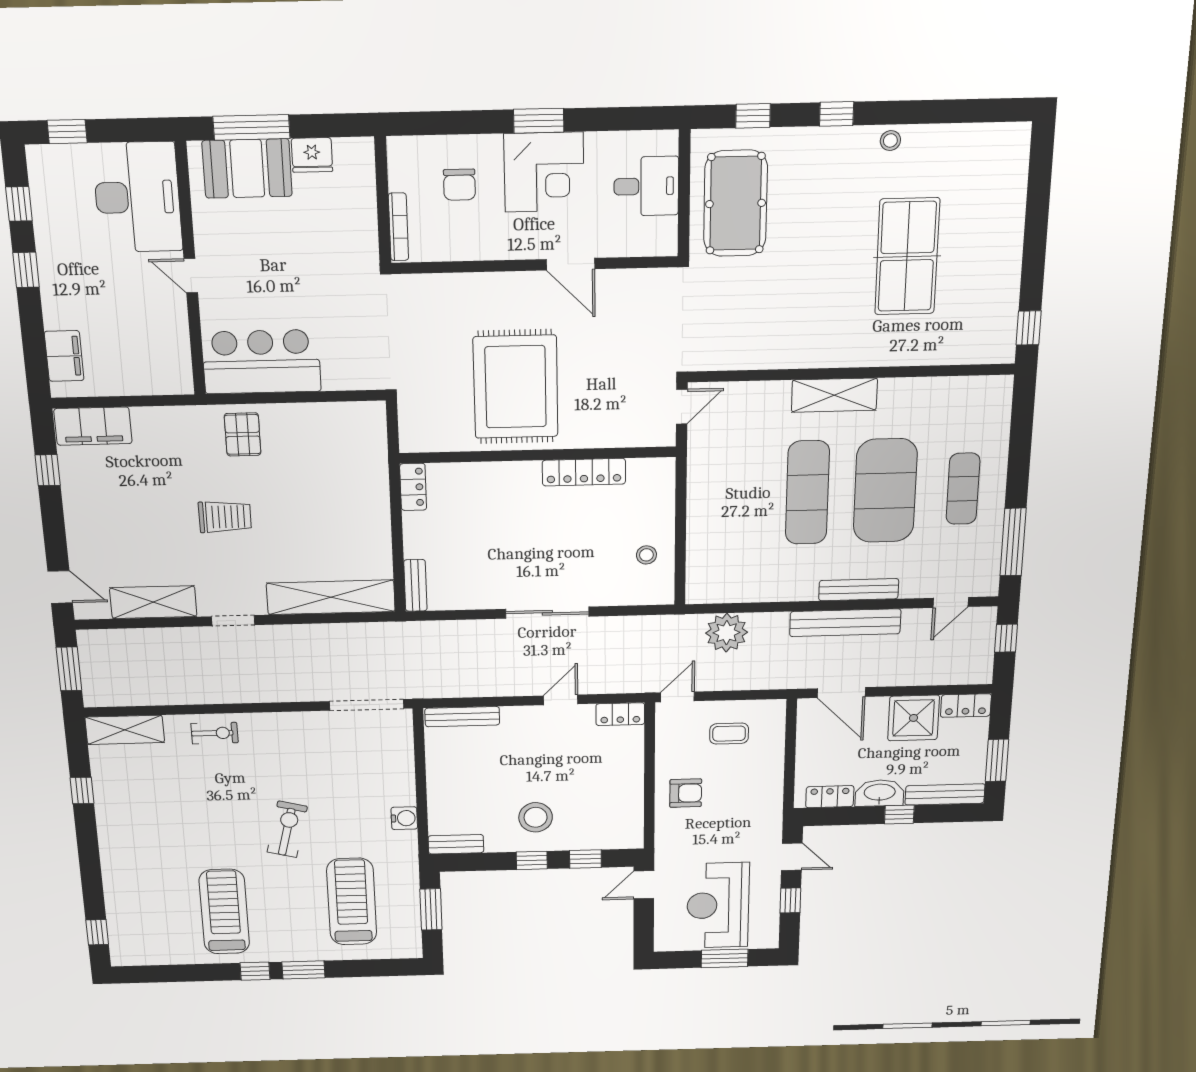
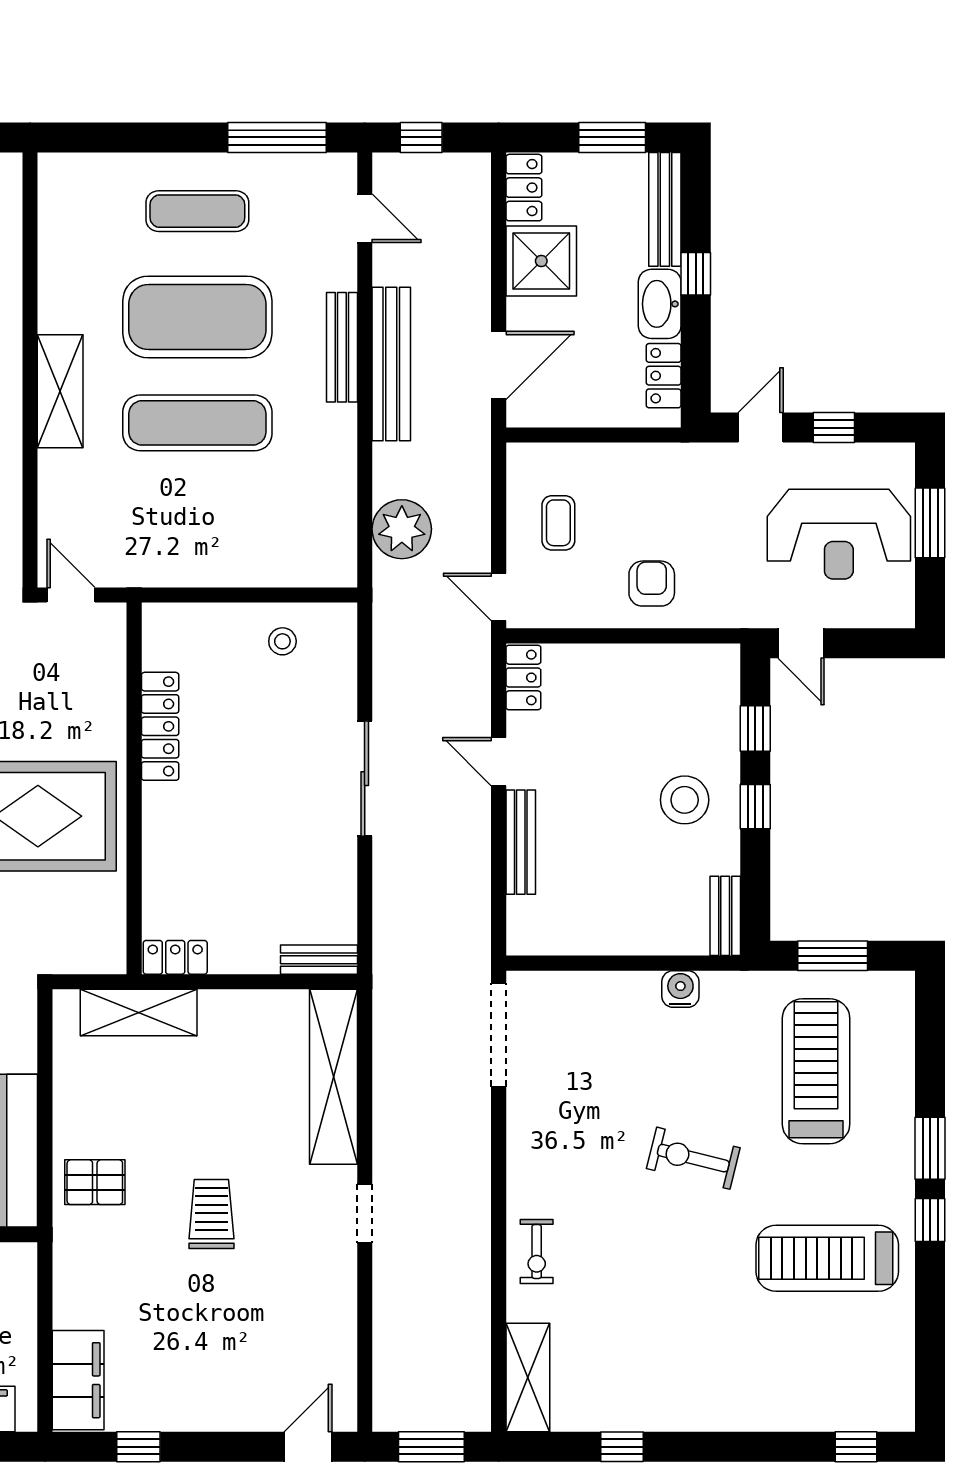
shelving: (153, 602) -> (139, 1012), moved, turned 90
bench: (462, 717) -> (521, 842), moved
exercise bike: (215, 733) -> (537, 1252), turned 180
treadmill: (352, 902) -> (816, 1071), turned 90

